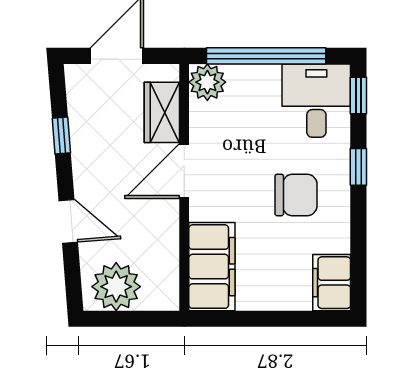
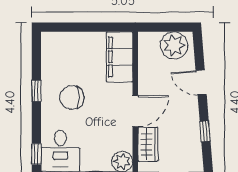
window: (358, 167) -> (36, 91), moved
filing cabinet: (332, 283) -> (52, 48), removed

